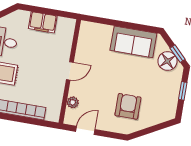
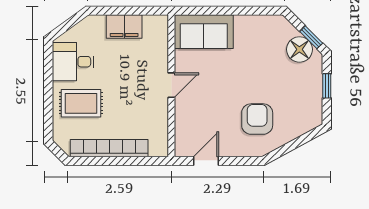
sofa: (133, 42) -> (204, 32), moved
plant: (73, 102) -> (183, 126), removed

